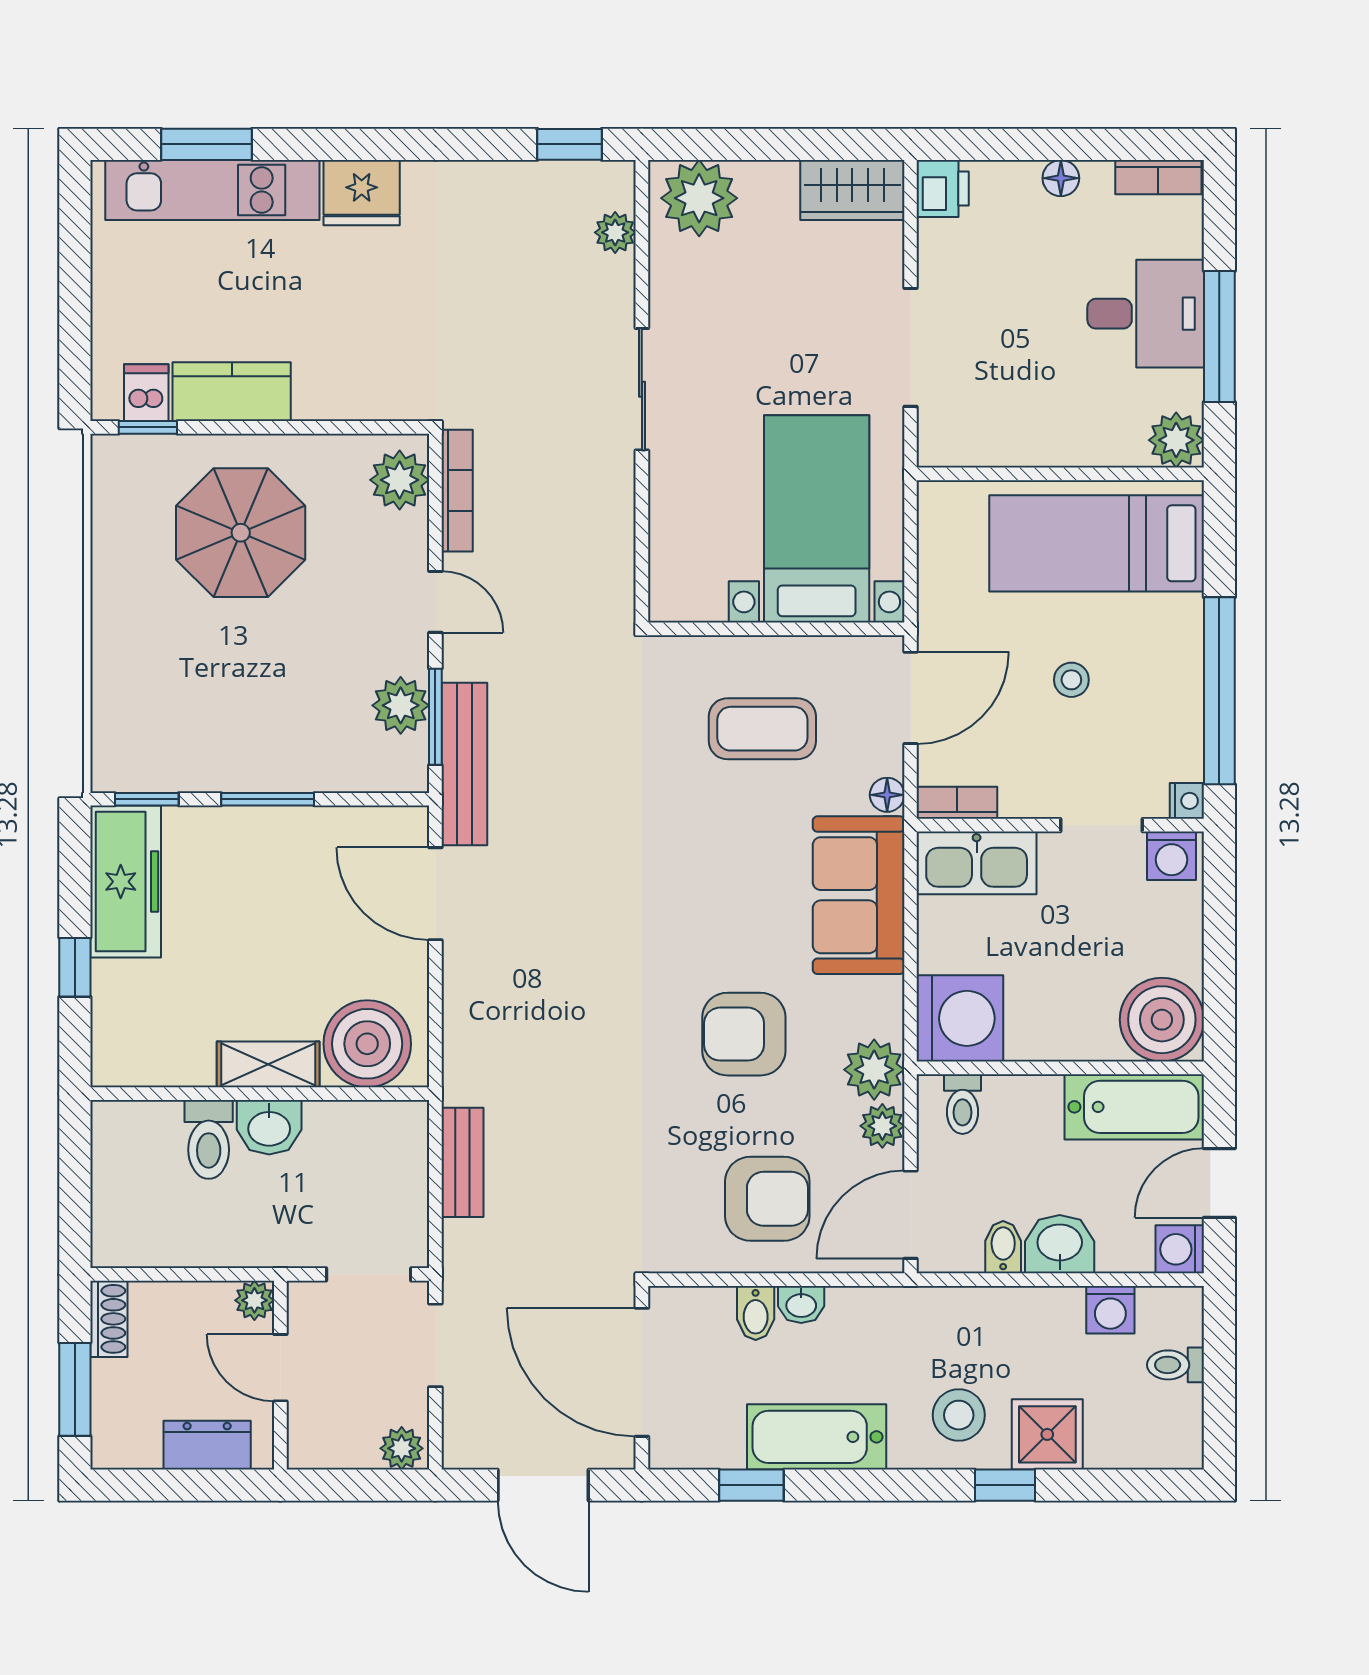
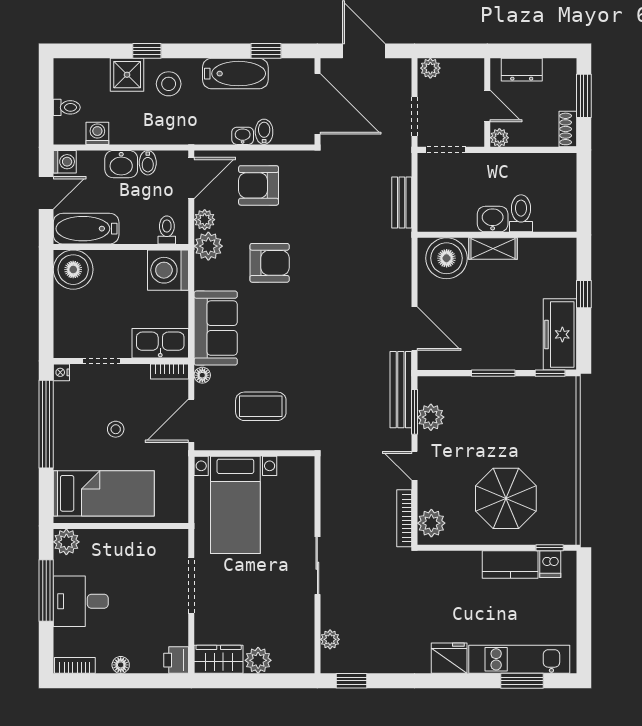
plant: (699, 198) -> (258, 660), moved, width x0.73, depth x0.73
washing machine: (1171, 856) -> (69, 347), removed

